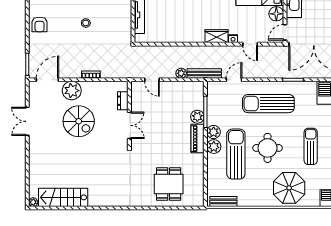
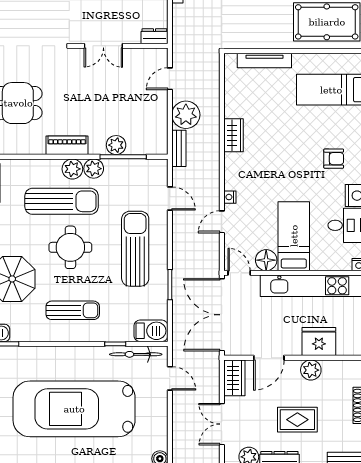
wardrobe: (216, 36) -> (234, 135), moved
plant: (181, 73) -> (186, 115), width x1.88, depth x1.88
bench: (204, 74) -> (179, 148), width x0.73
dresser: (123, 101) -> (154, 36), moved
piano: (198, 139) -> (67, 145), moved

